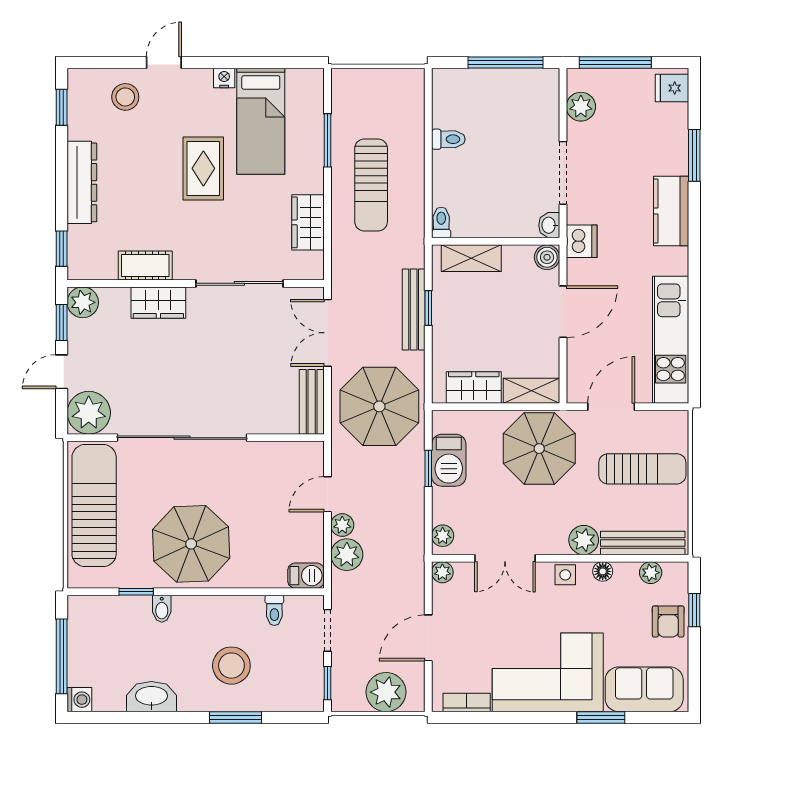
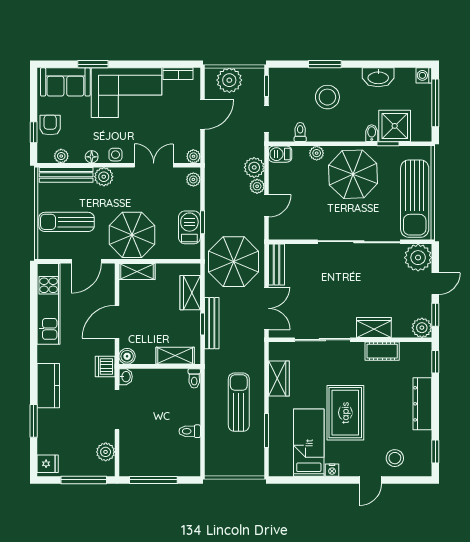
rug: (203, 168) -> (345, 413), width x1.36, depth x1.43
wardrobe: (474, 388) -> (190, 293), moved, turned 90
plant: (249, 577) -> (317, 153), added
shower: (125, 620) -> (395, 126), added

